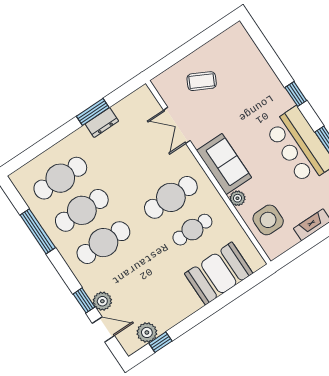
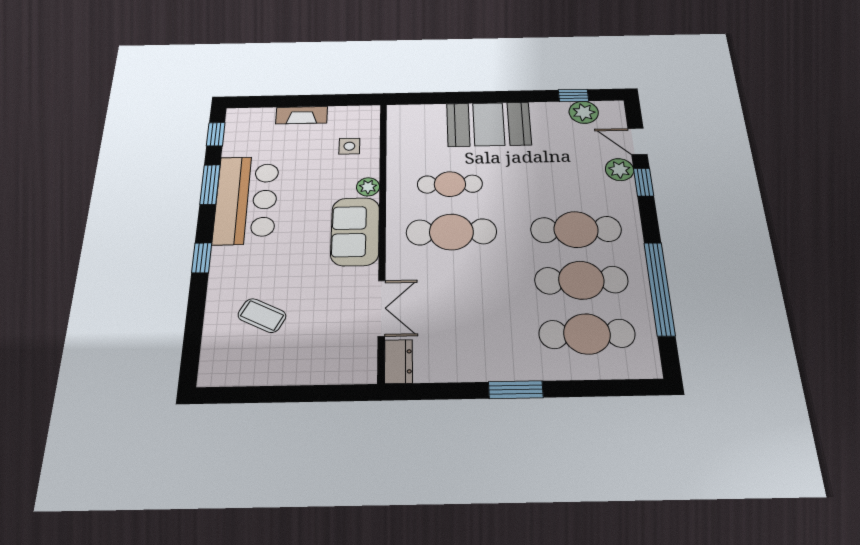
coffee table: (202, 81) -> (262, 316), moved
window: (93, 112) -> (516, 390), moved
dresser: (102, 123) -> (398, 362), moved, turned 90
side table: (268, 220) -> (349, 146), width x0.54, depth x0.54
window: (38, 231) -> (659, 288), width x1.46
booth: (219, 273) -> (489, 124), moved

